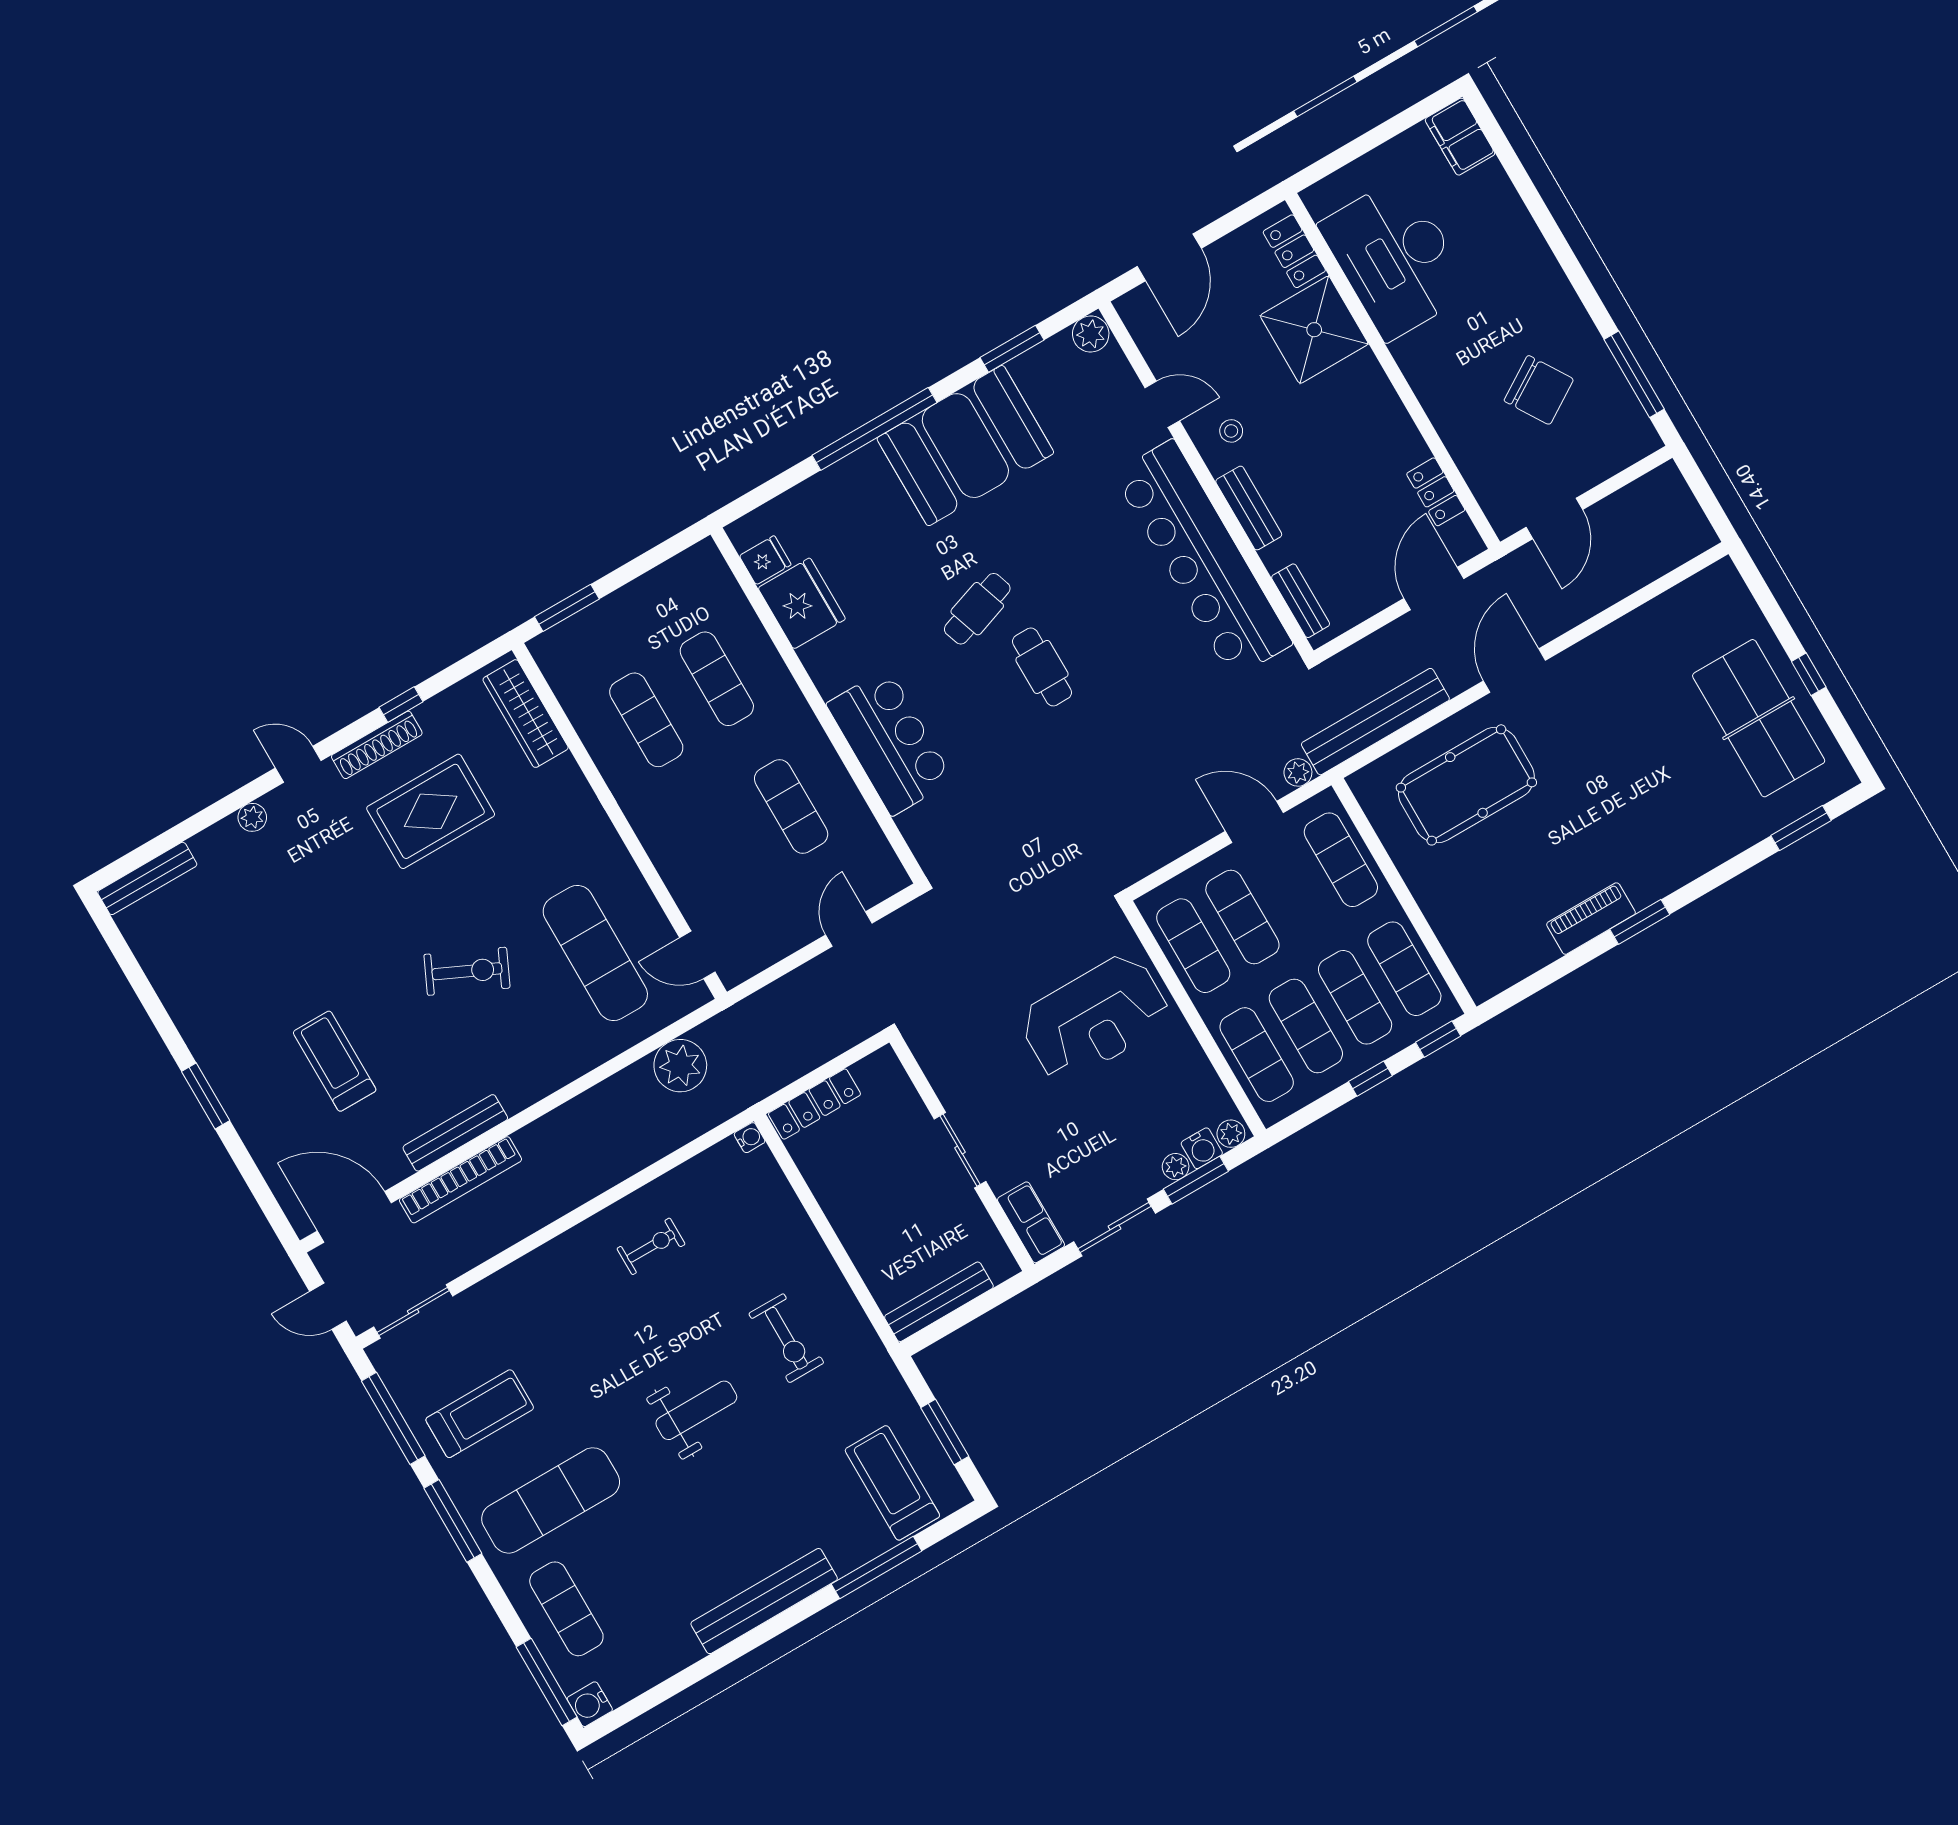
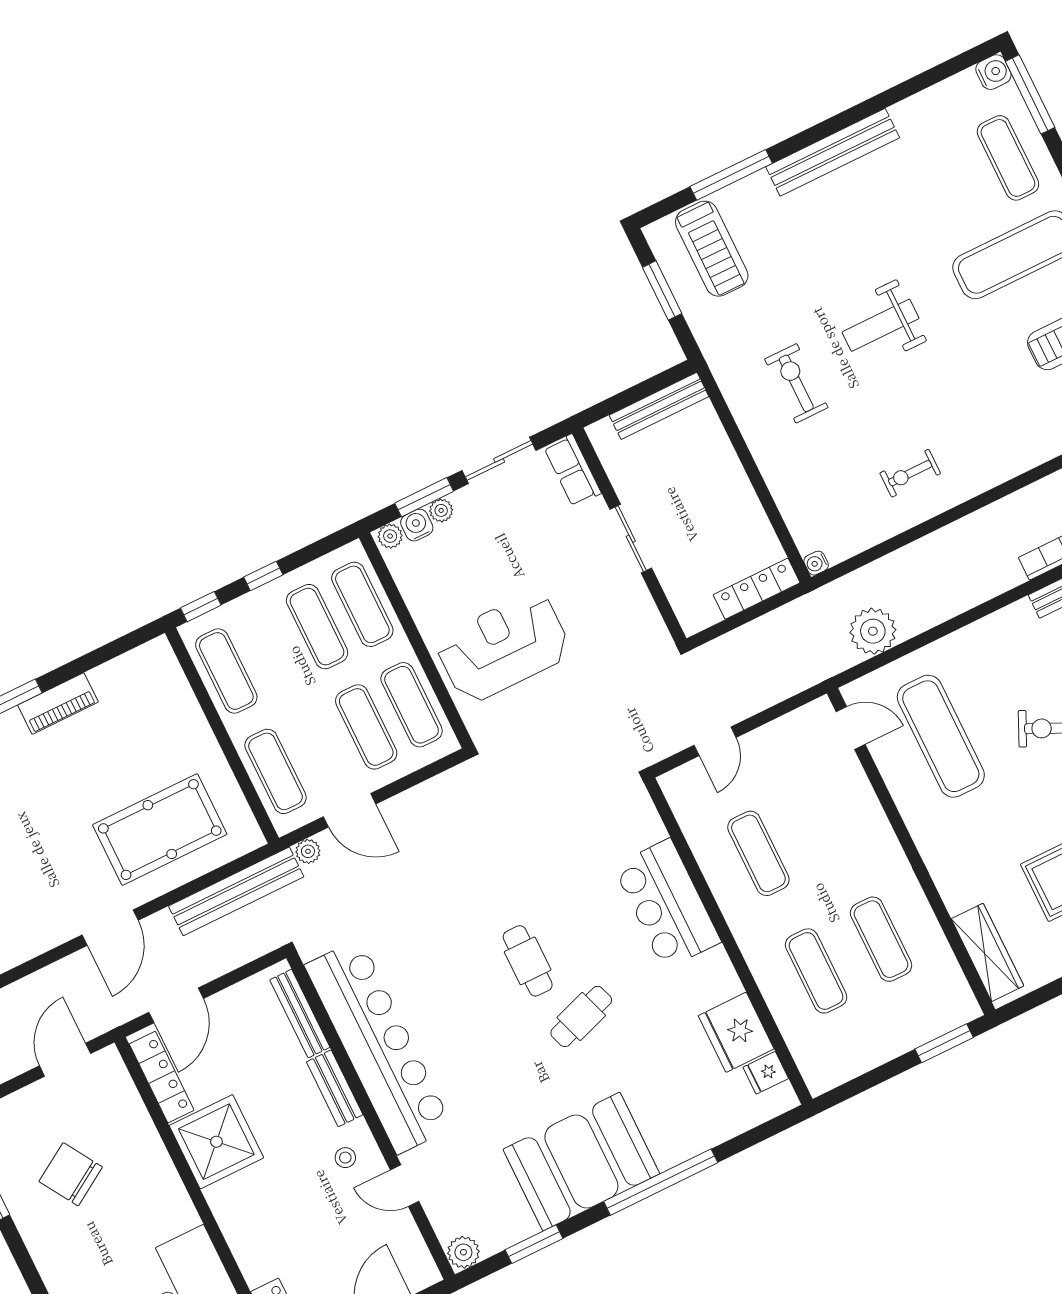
shower: (1314, 330) -> (216, 1142), moved
locker: (1436, 492) -> (162, 1077), width x1.53
bench: (1301, 601) -> (300, 1014), width x1.36
exercise mat: (1355, 997) -> (272, 649), removed

